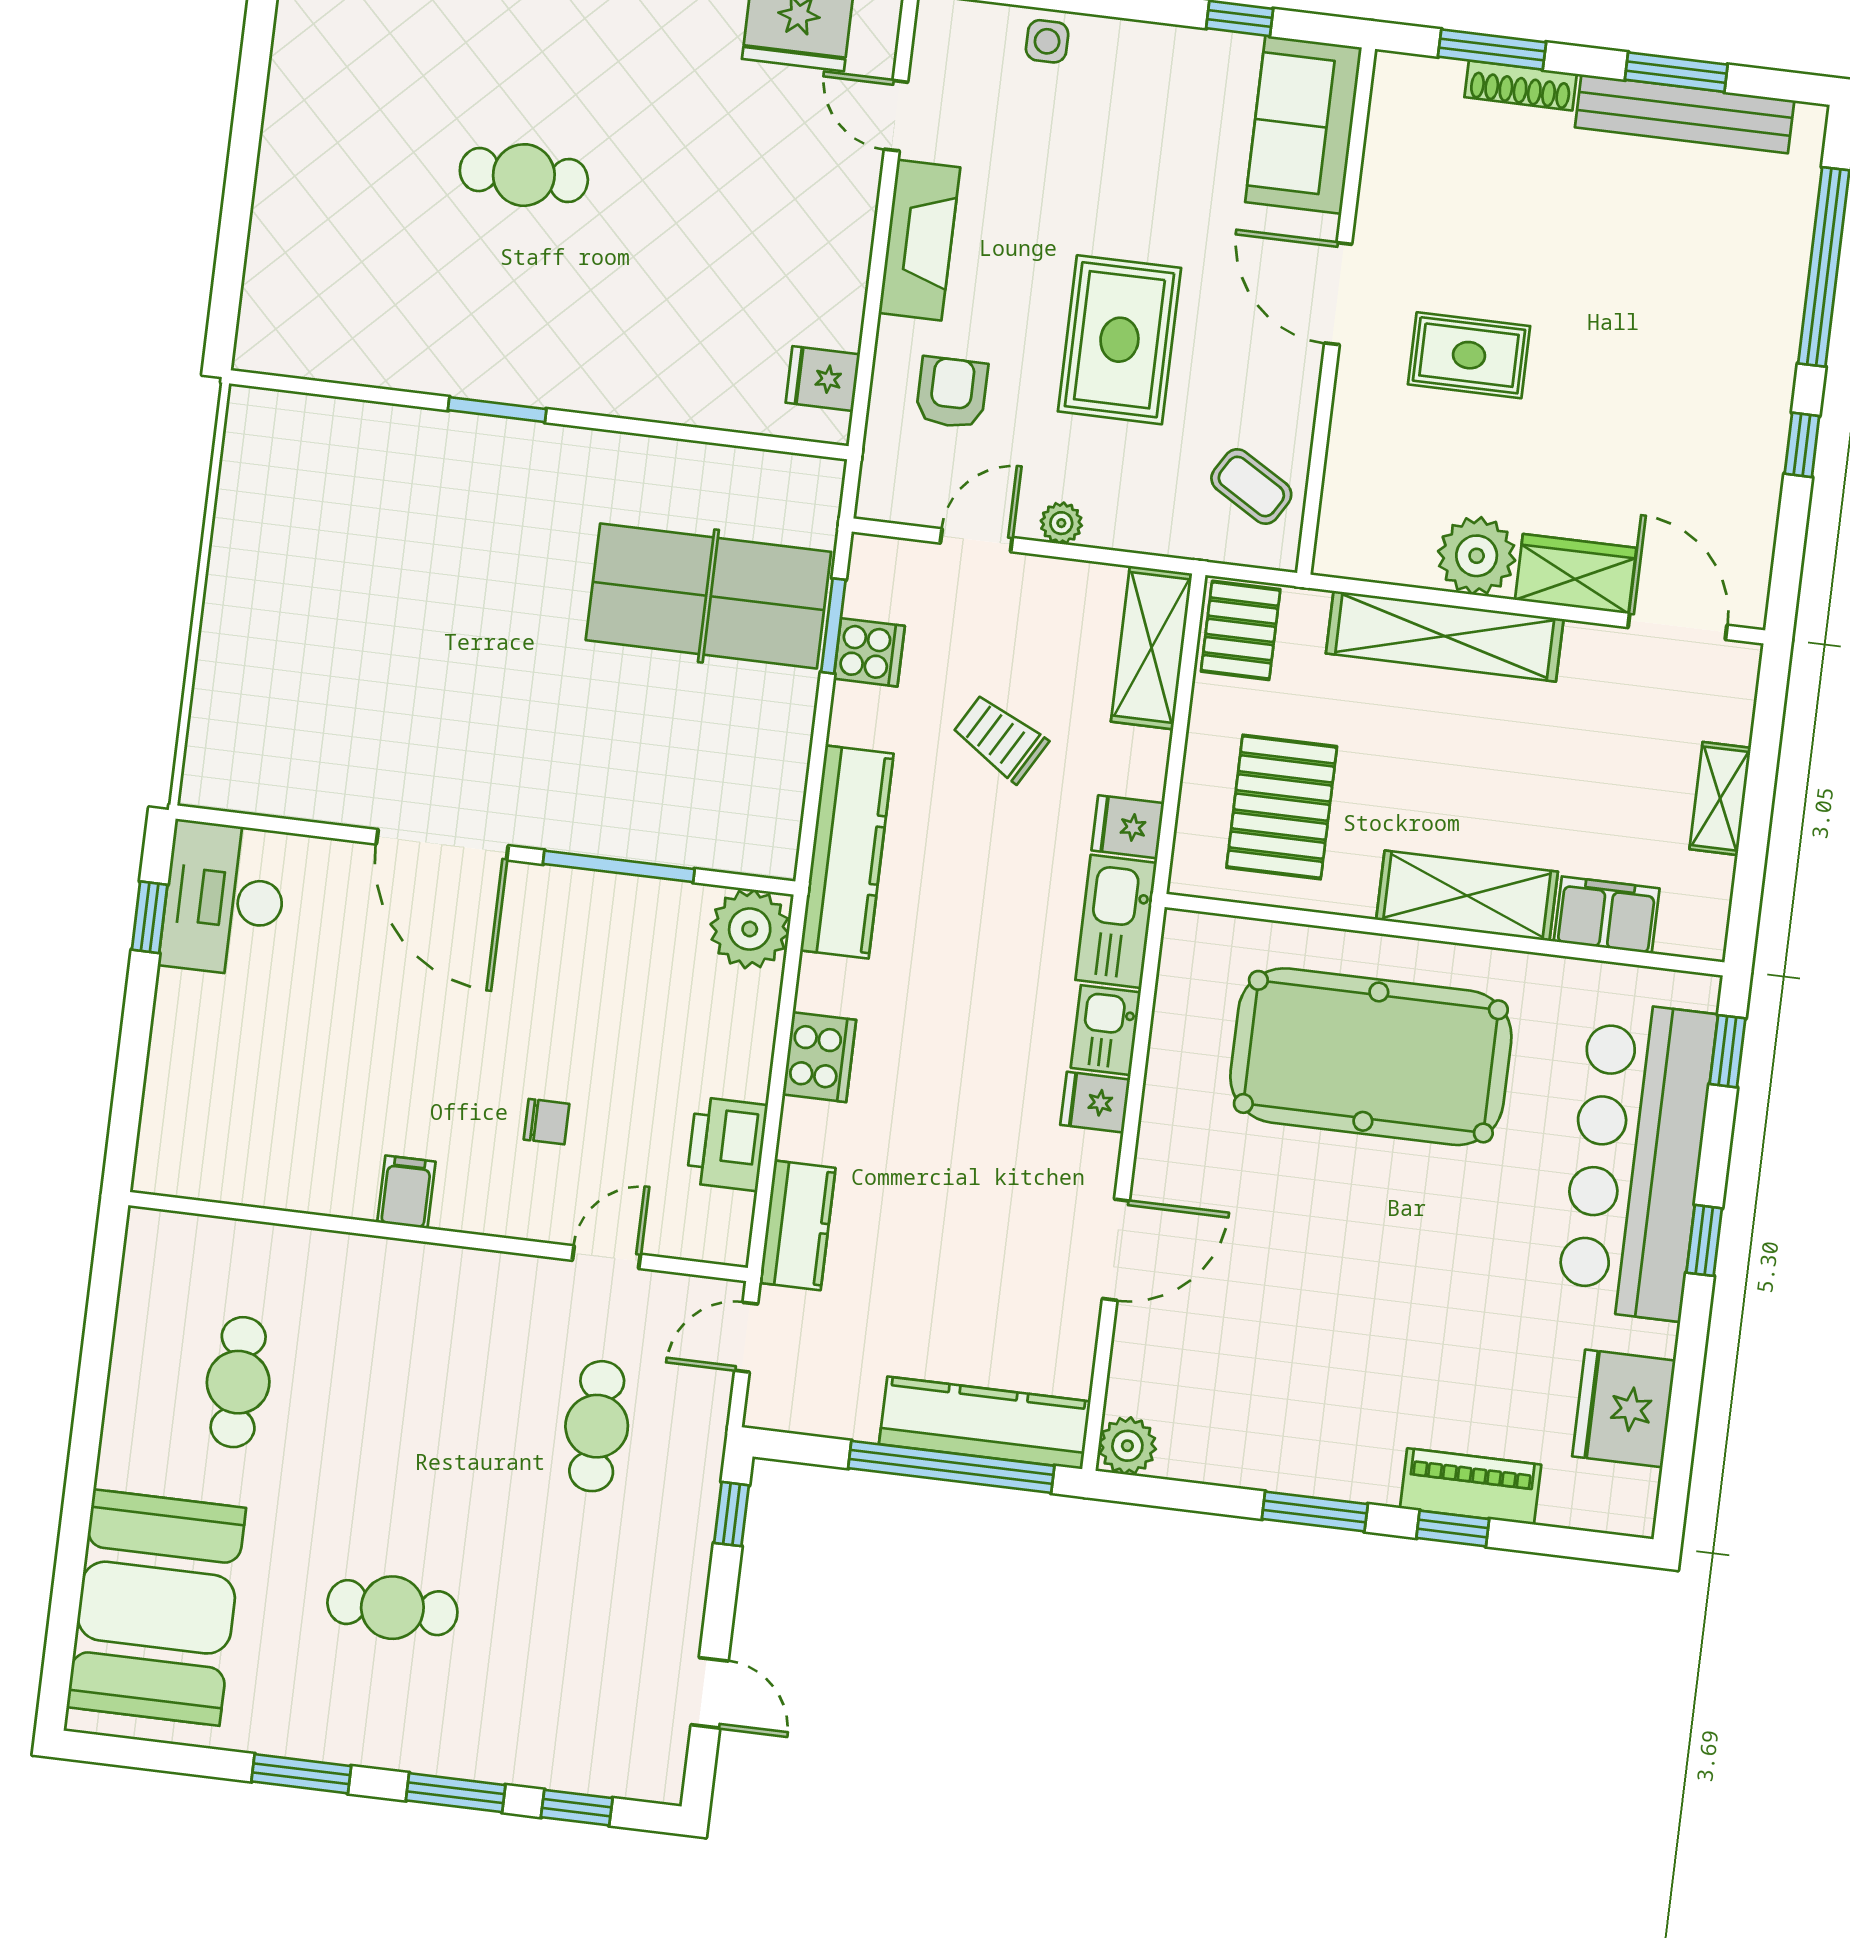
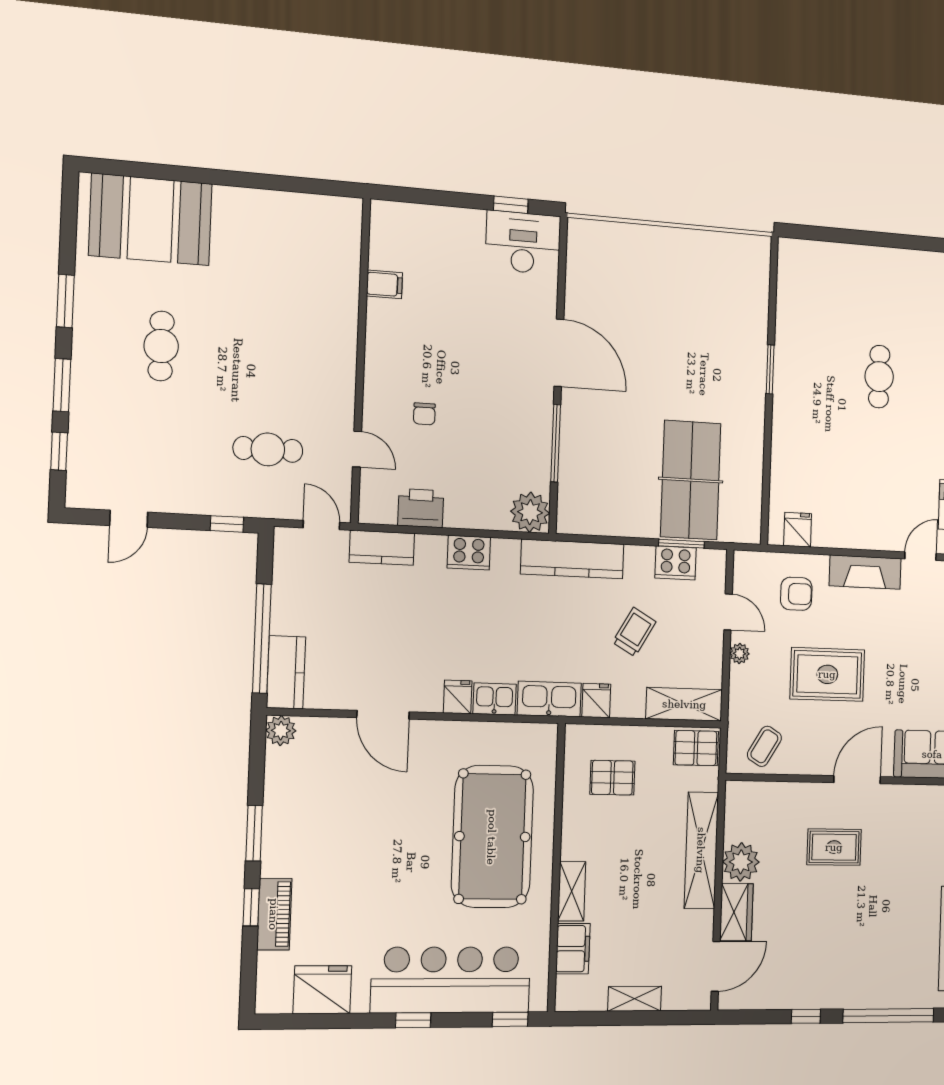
rug: (1469, 355) -> (834, 847), turned 90
cooker: (869, 652) -> (676, 563), width x1.36
pallet: (1282, 807) -> (612, 778), width x0.67, depth x0.71
door: (442, 845) -> (559, 353), swing flipped
shelving: (1467, 896) -> (572, 891), width x0.67, depth x0.75
filing cabinet: (406, 1192) -> (384, 284), moved
cafe table: (238, 1382) -> (275, 259), removed
kitchen counter: (985, 1423) -> (286, 672), width x0.67

